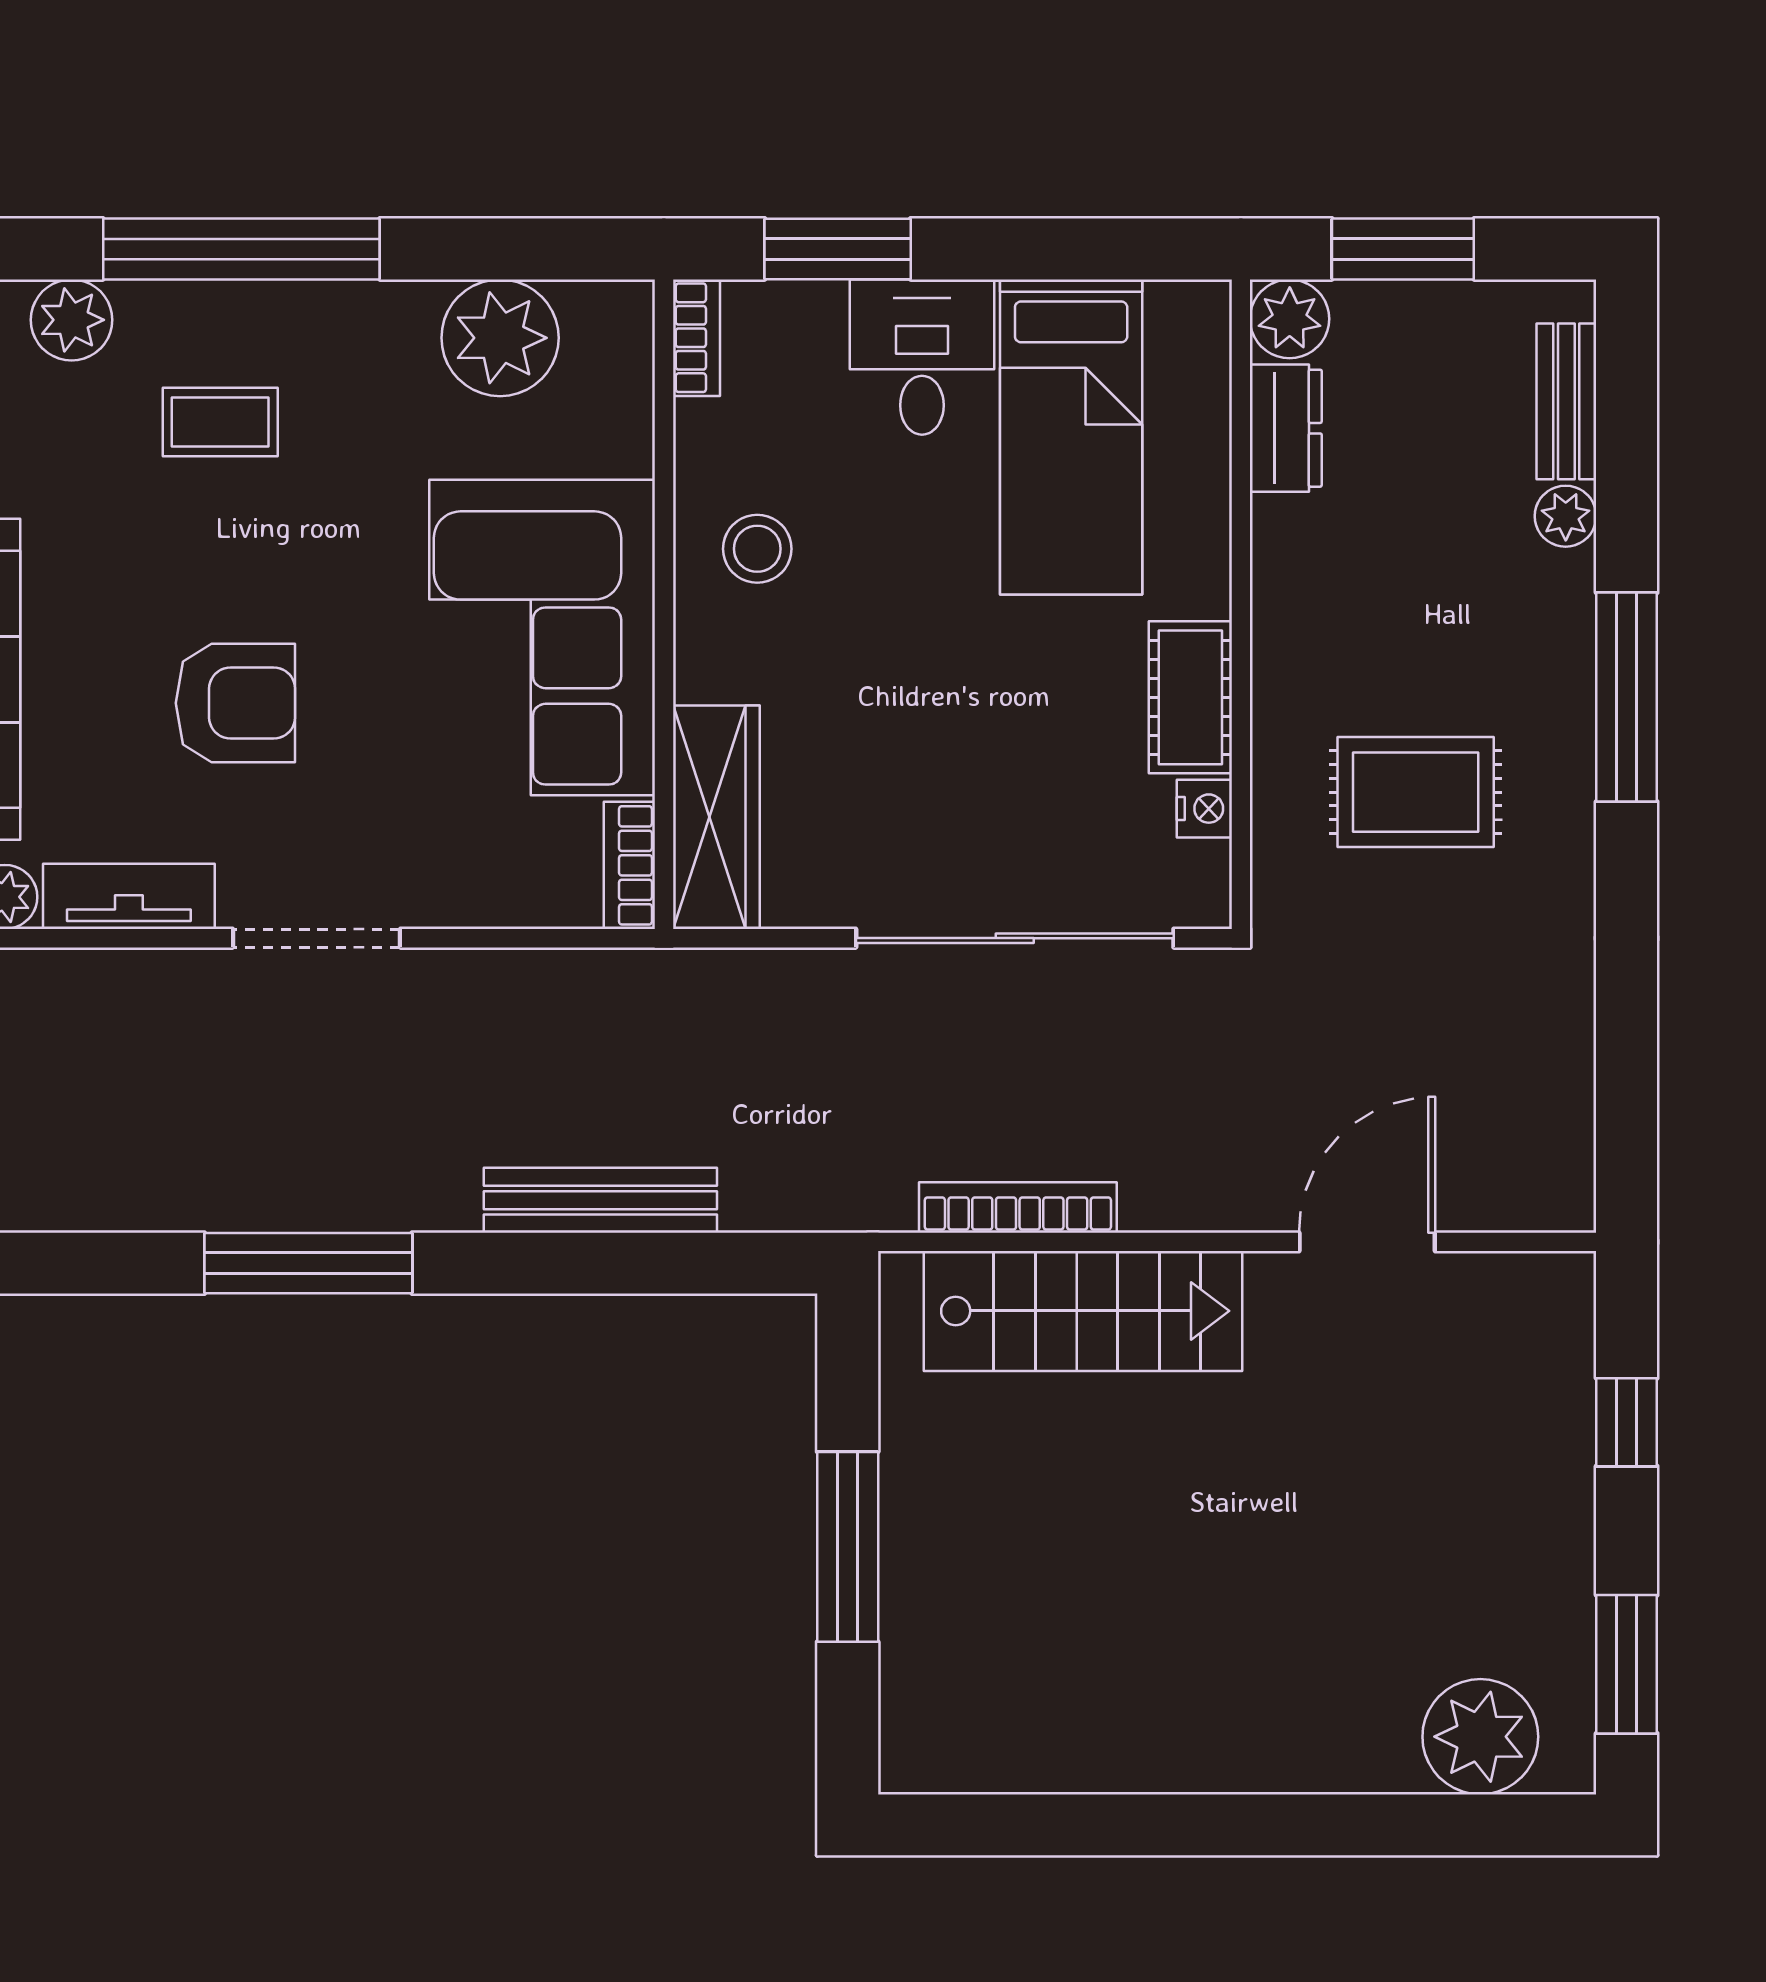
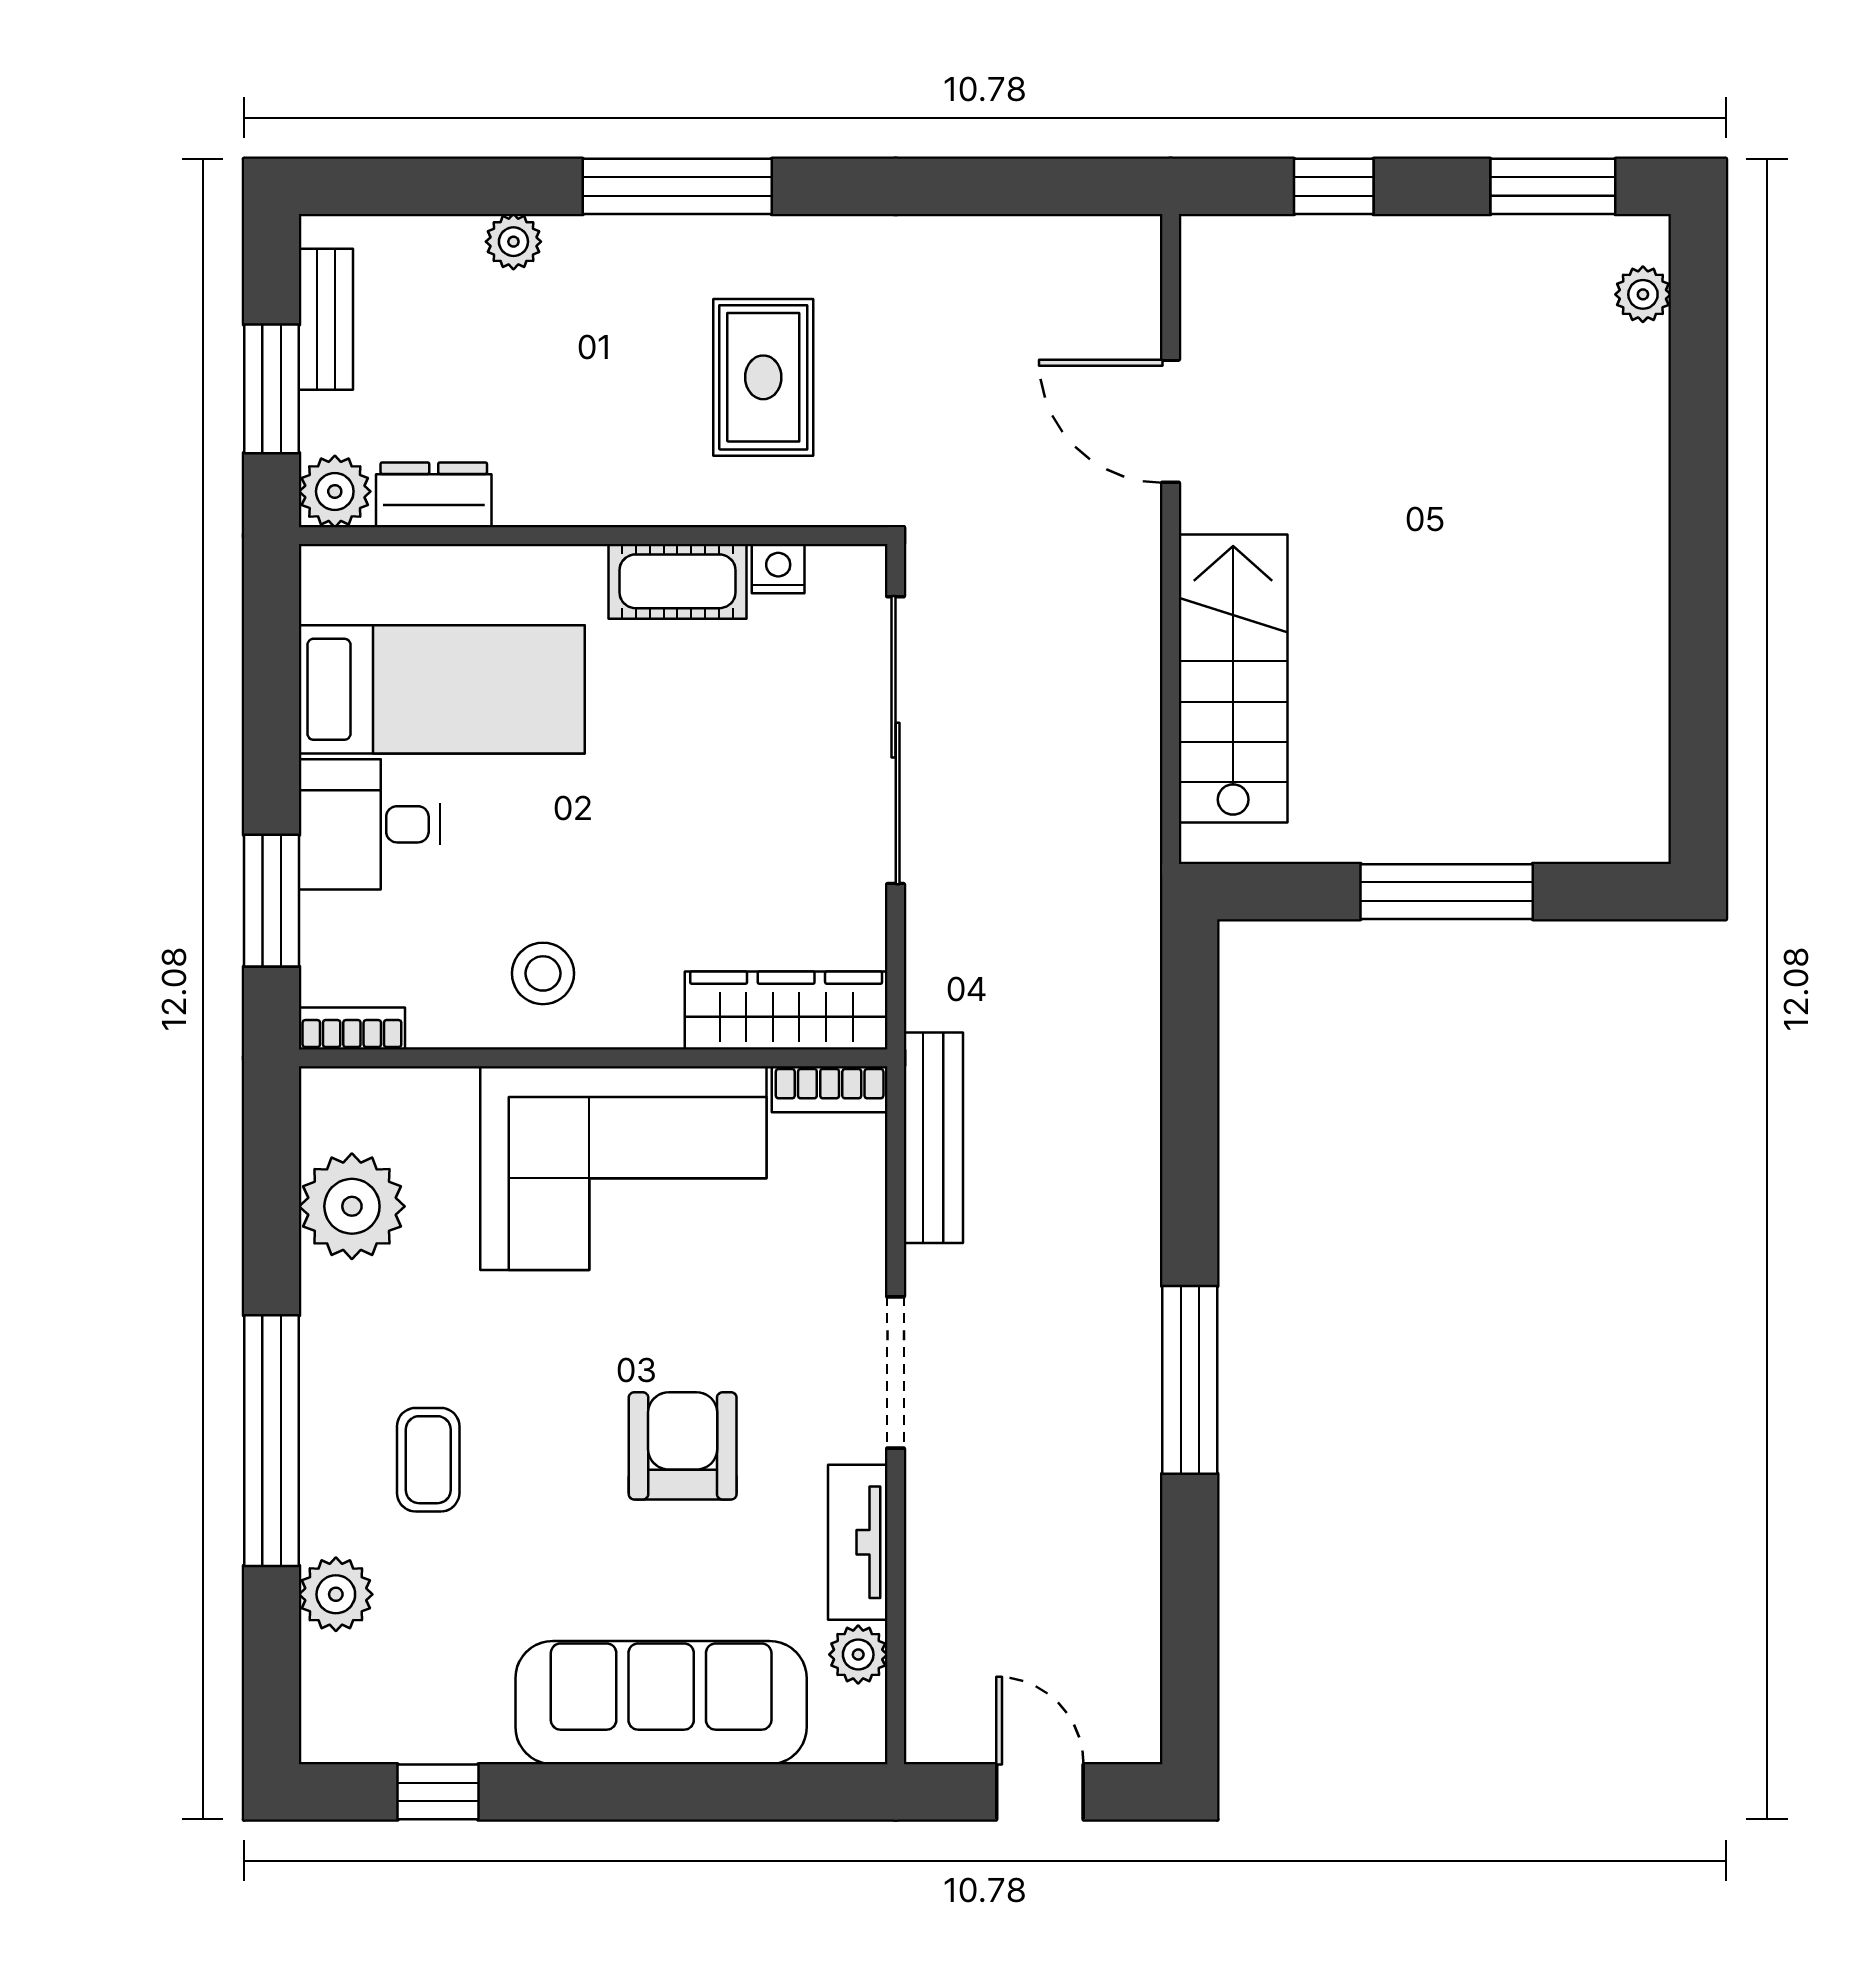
bench: (1566, 401) -> (326, 319), moved, turned 90
bench: (600, 1200) -> (933, 1138), moved
bookcase: (1018, 1207) -> (1139, 737), removed
plant: (1480, 1737) -> (1643, 294), width x0.53, depth x0.53

